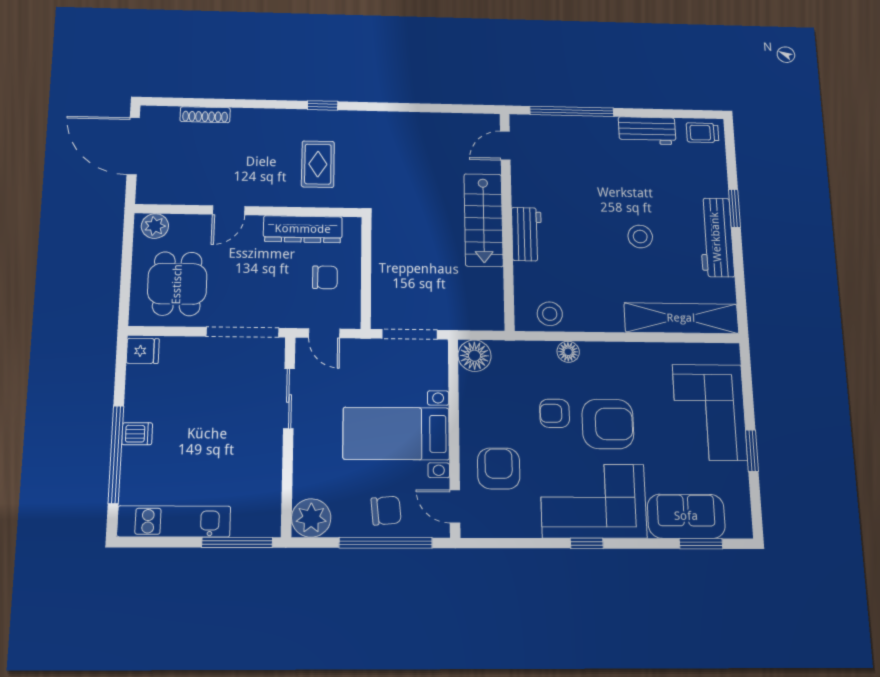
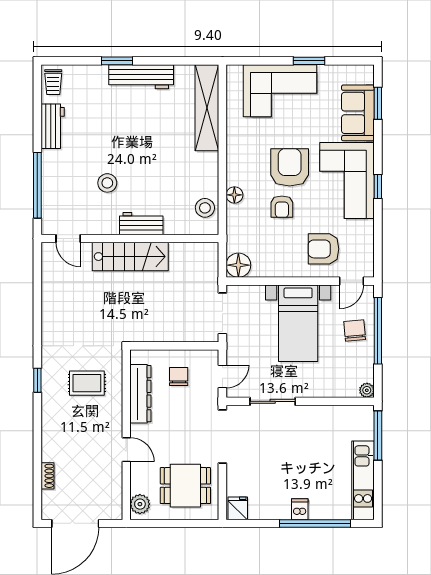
shoe rack: (205, 115) -> (48, 476), width x0.70
stool: (640, 237) -> (107, 183), moved
plant: (311, 518) -> (367, 390), width x0.53, depth x0.53

